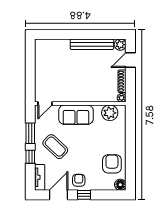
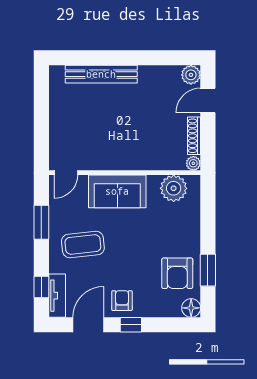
bench: (92, 44) -> (101, 74), moved
coffee table: (55, 147) -> (83, 244), turned -49
window: (30, 157) -> (41, 287), moved
window: (130, 162) -> (208, 270), added
armchair: (112, 164) -> (177, 273), turned 180

